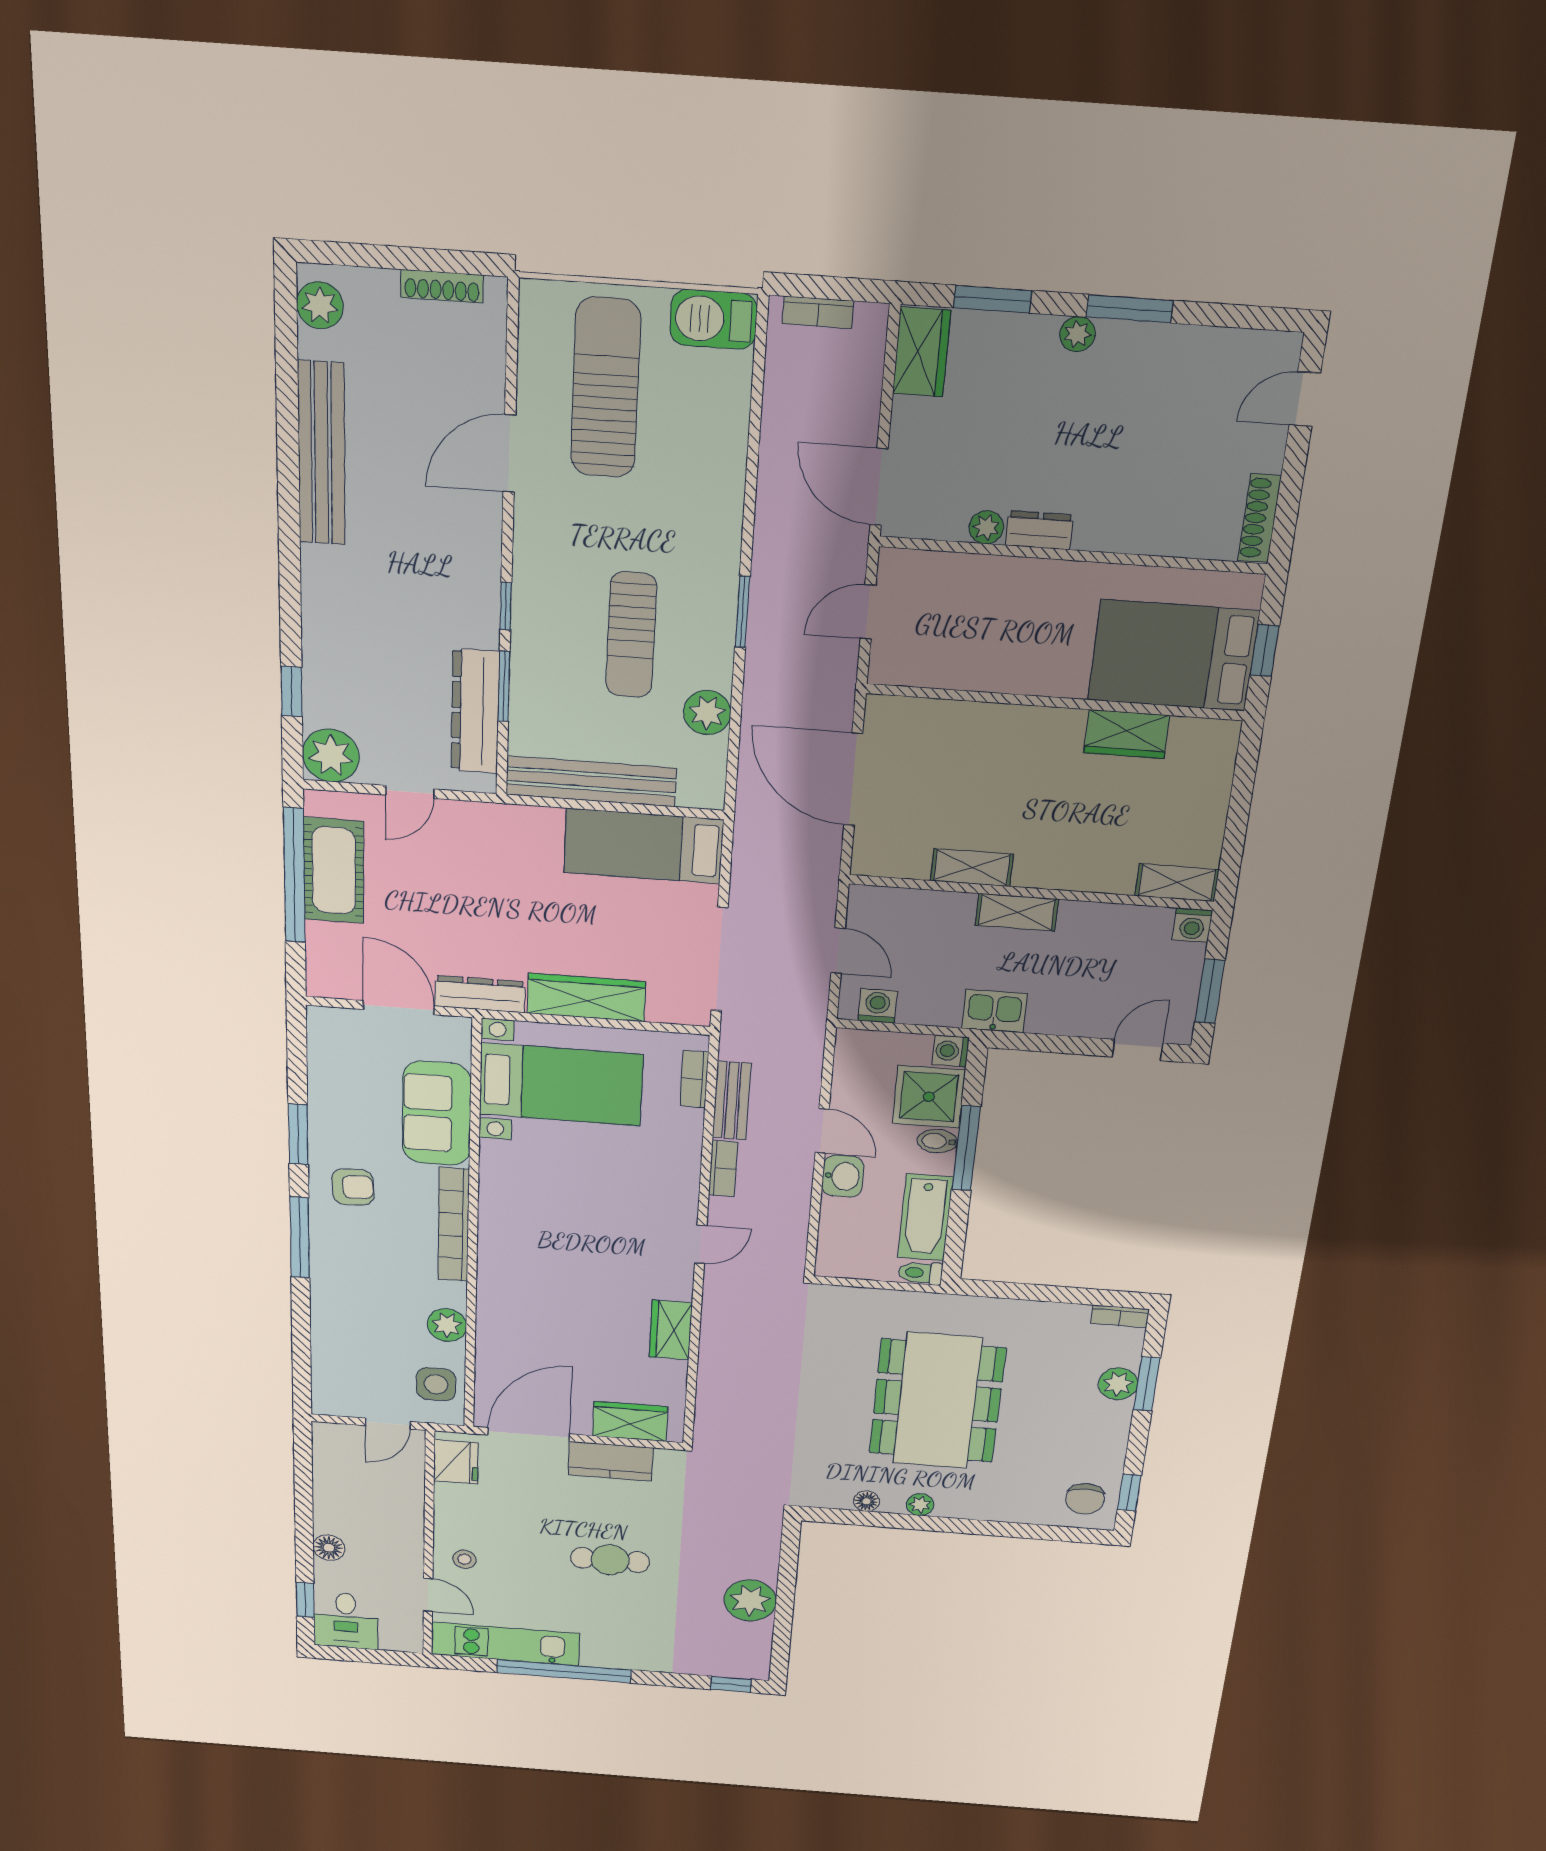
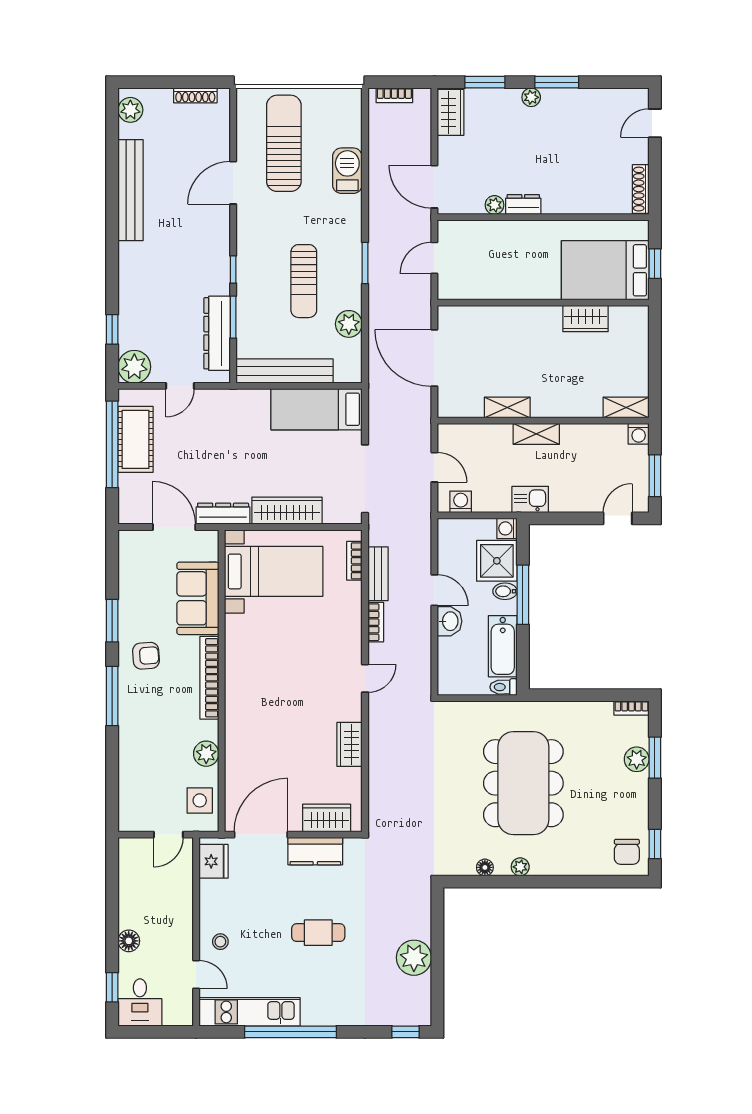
barbecue: (713, 319) -> (347, 171), moved, turned 90

